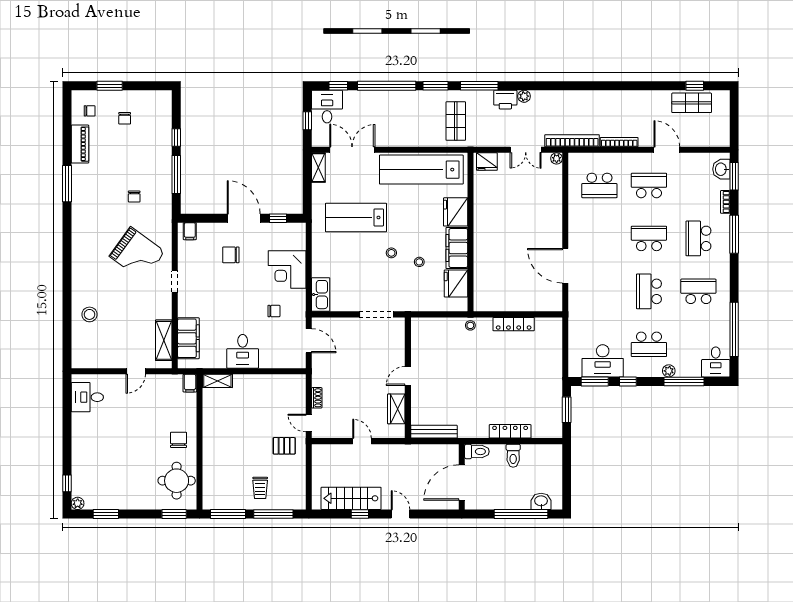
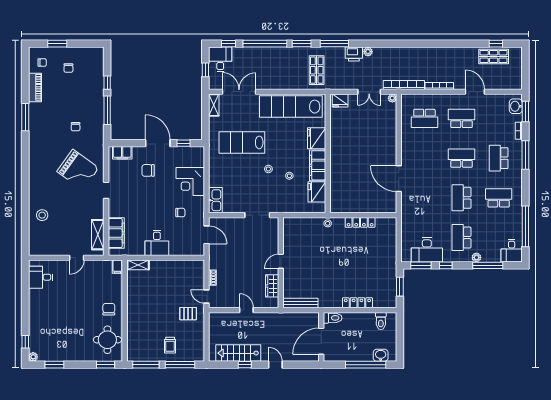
filing cabinet: (190, 231) -> (122, 153), width x2.00
school desk: (649, 344) -> (462, 238), turned 90
toilet: (513, 456) -> (381, 321), moved

